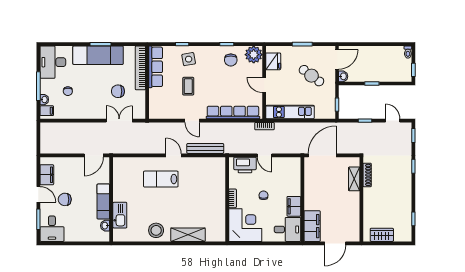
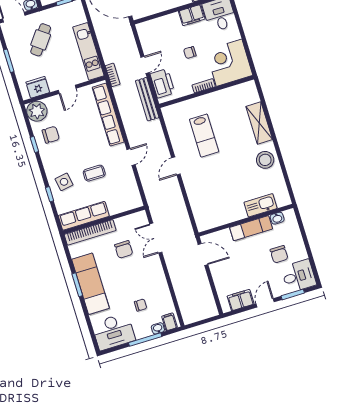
bench: (205, 148) -> (147, 99), moved
lab bench: (161, 179) -> (204, 136), moved
chair: (65, 199) -> (279, 254), moved

